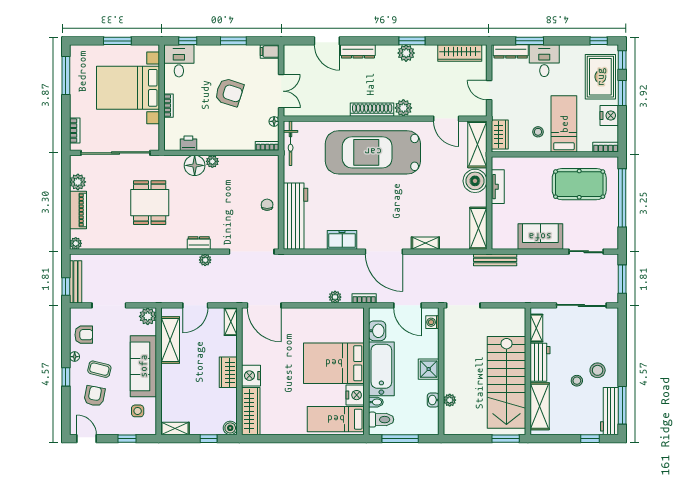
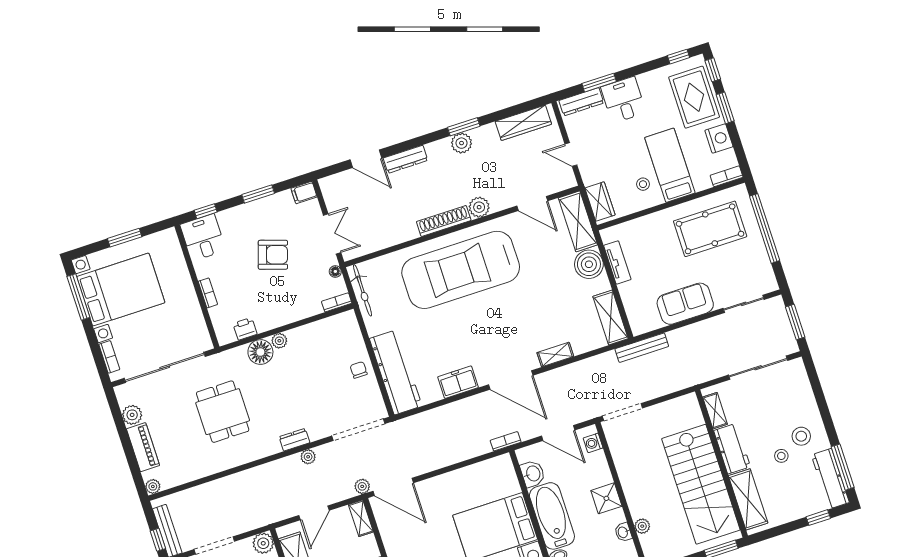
bed with nightstands: (128, 88) -> (121, 290), moved, turned 180
plant: (335, 297) -> (362, 486), moved

